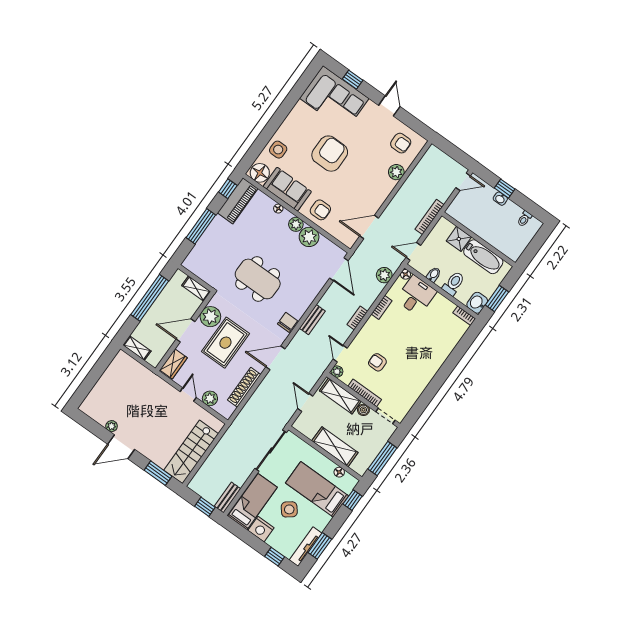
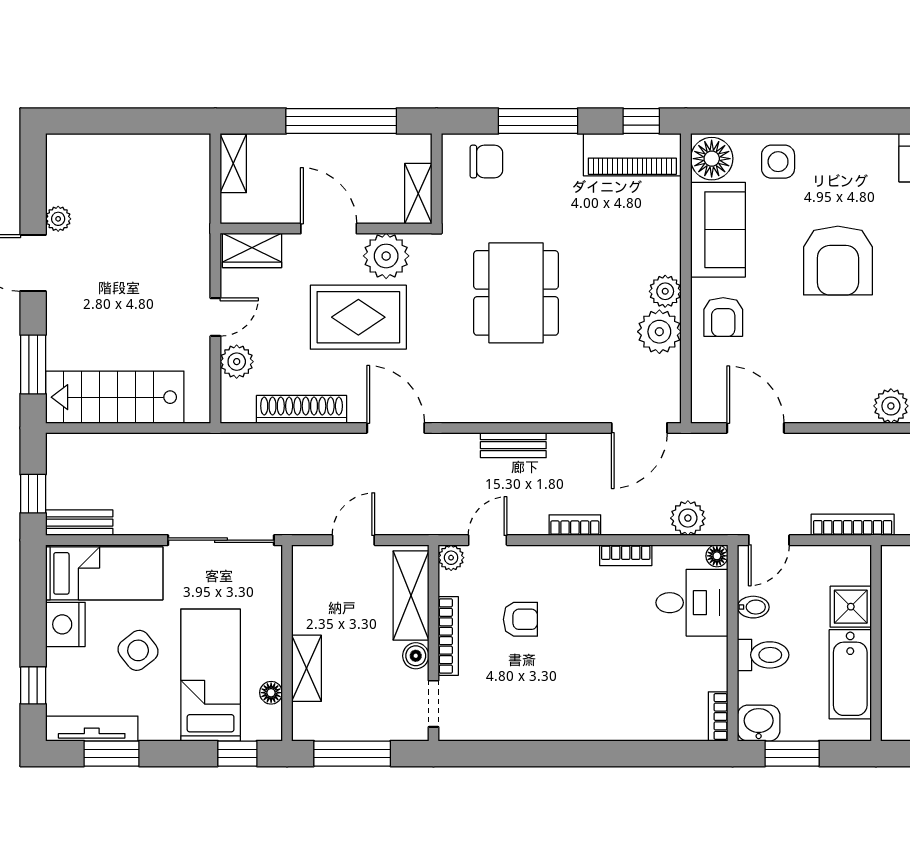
armchair: (330, 154) -> (838, 261), turned 90
floor lamp: (278, 209) -> (671, 239), removed
door: (413, 251) -> (769, 540), swing flipped
chair: (287, 322) -> (486, 161), moved
armchair: (377, 362) -> (520, 619), turned 90
shelving: (335, 447) -> (307, 668), width x0.67, depth x0.75

